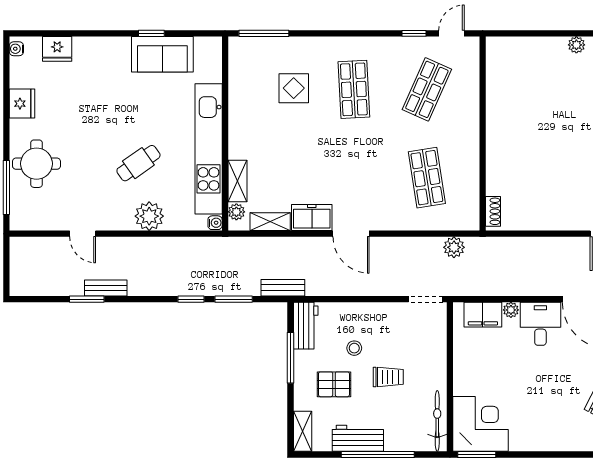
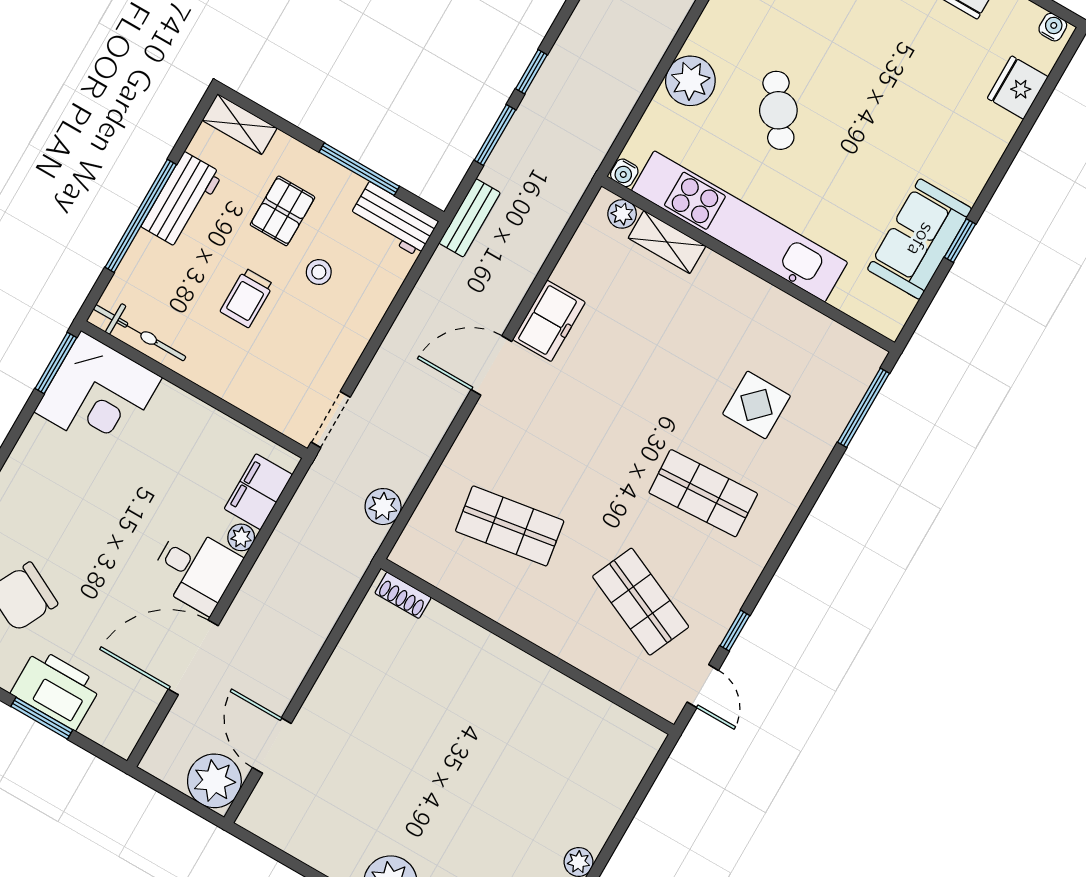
shelving: (270, 222) -> (579, 255), removed

